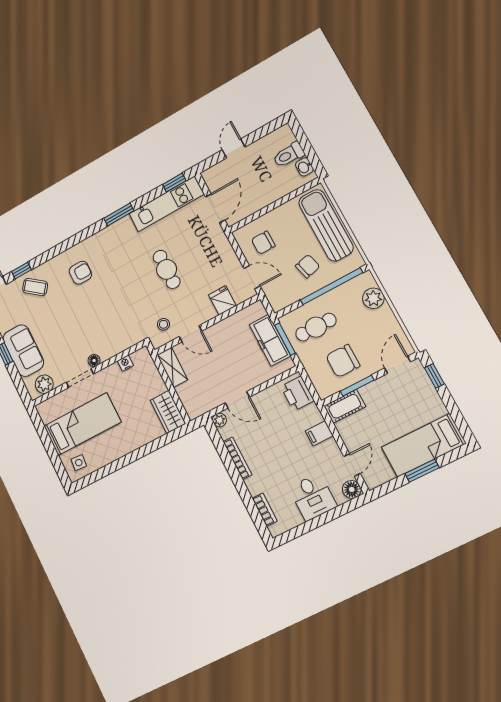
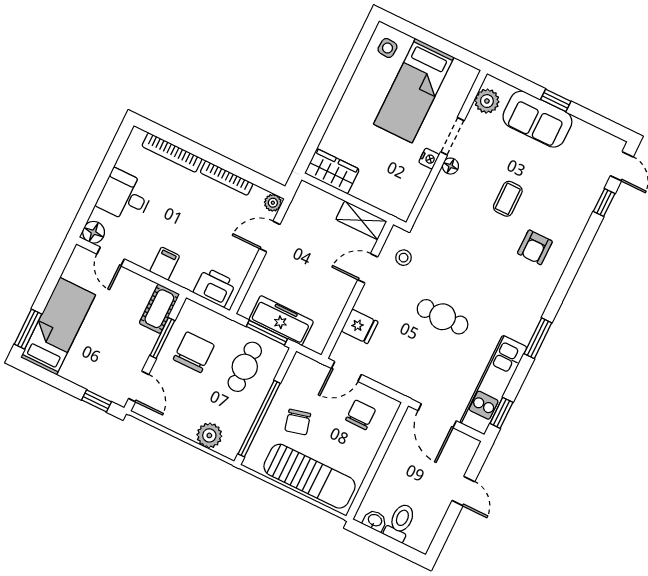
coffee table: (35, 287) -> (508, 199), moved, turned -38
nightstand: (125, 363) -> (429, 159), moved
window: (422, 471) -> (28, 329), moved
bookcase: (265, 510) -> (172, 152), width x1.56

